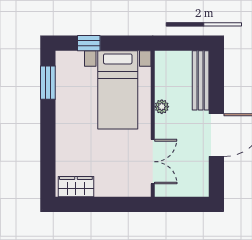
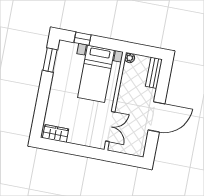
bench: (201, 80) -> (154, 73), width x0.73
plant: (162, 107) -> (130, 58), moved

